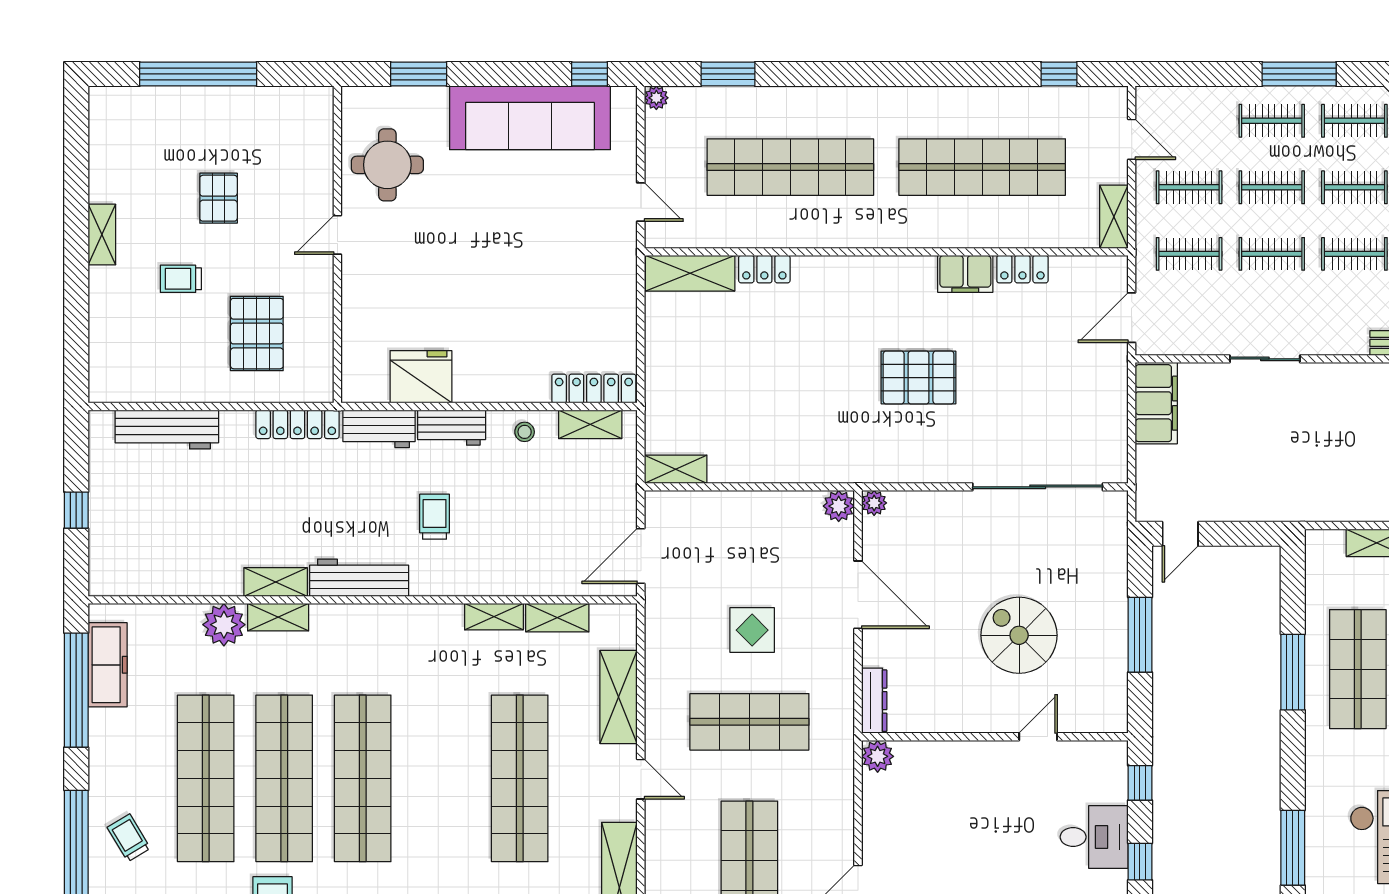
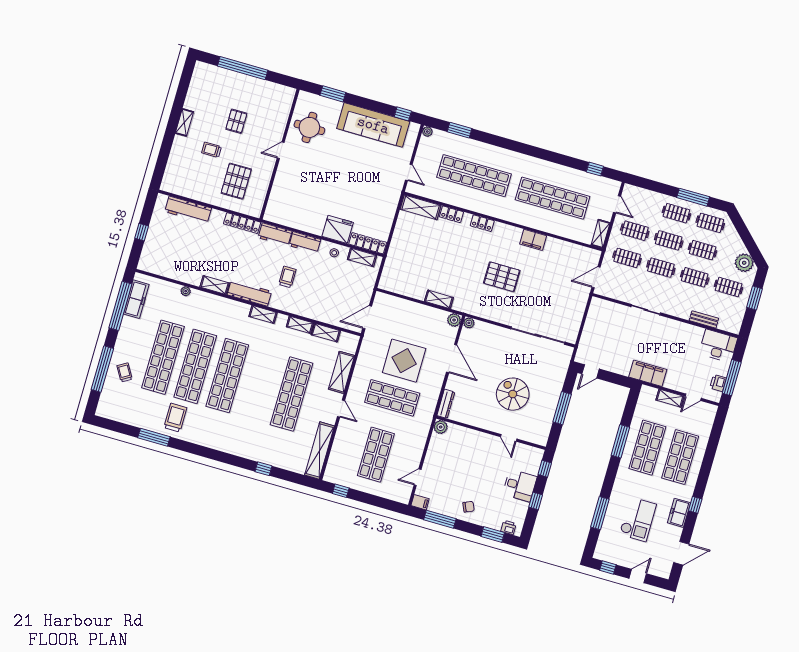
locker: (1022, 269) -> (482, 223), moved
fridge: (421, 377) -> (338, 229), moved
filing cabinet: (1156, 403) -> (648, 373), moved, turned -90
shelving: (676, 469) -> (439, 299), moved
shelving: (278, 617) -> (263, 314), moved
plant: (224, 625) -> (186, 291), width x0.53, depth x0.53
display table: (752, 630) -> (404, 361), width x1.86, depth x1.86
door: (1038, 737) -> (509, 438), swing flipped

